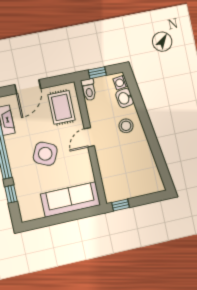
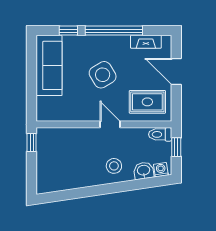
side table: (45, 154) -> (103, 75), turned 34
sofa: (71, 199) -> (49, 65), moved

